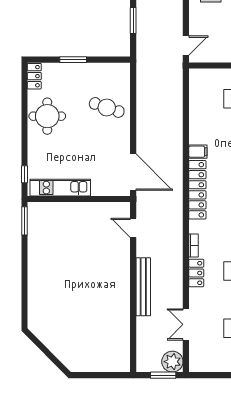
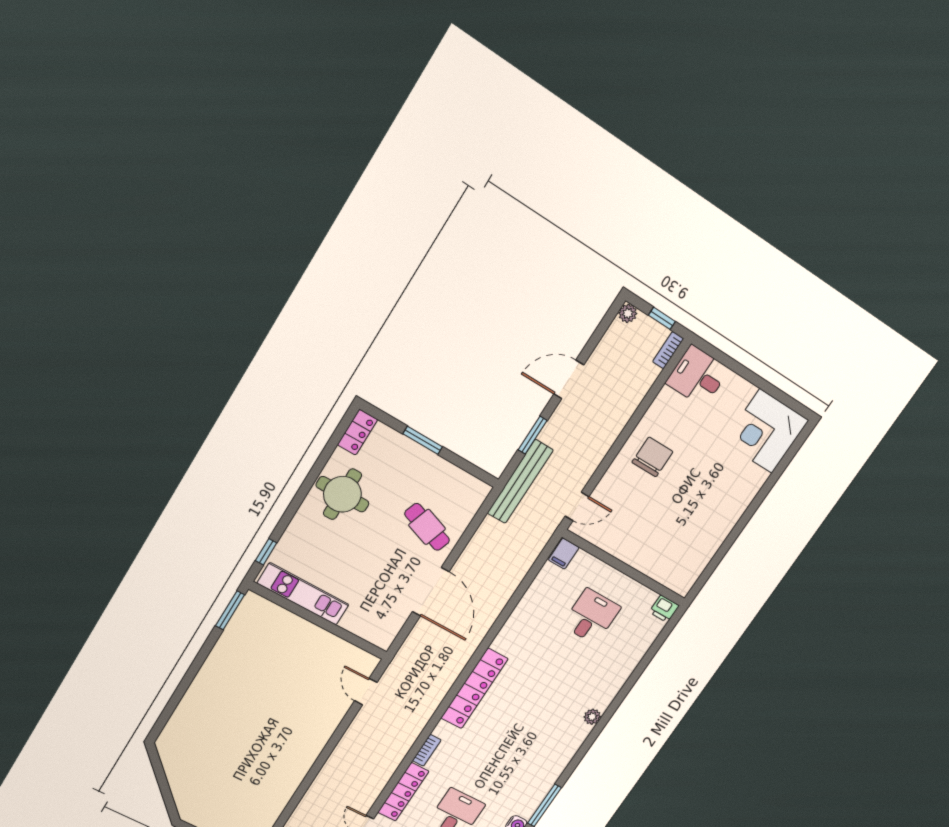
filing cabinet: (198, 152) -> (564, 554), moved, turned 90
door: (133, 172) -> (431, 592), moved
locker: (196, 273) -> (403, 792), width x1.53
bench: (143, 287) -> (520, 482), moved

